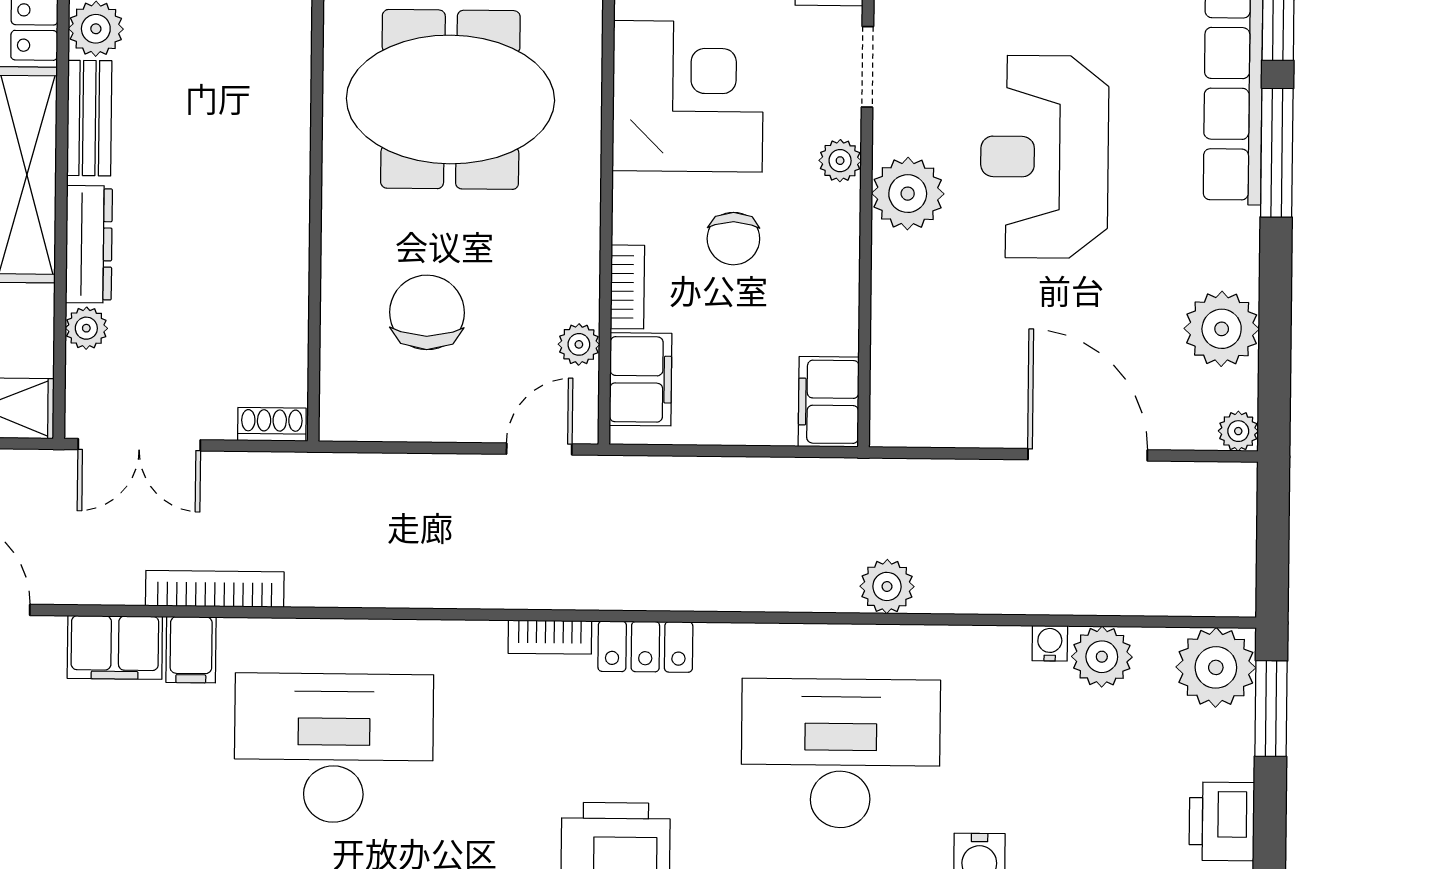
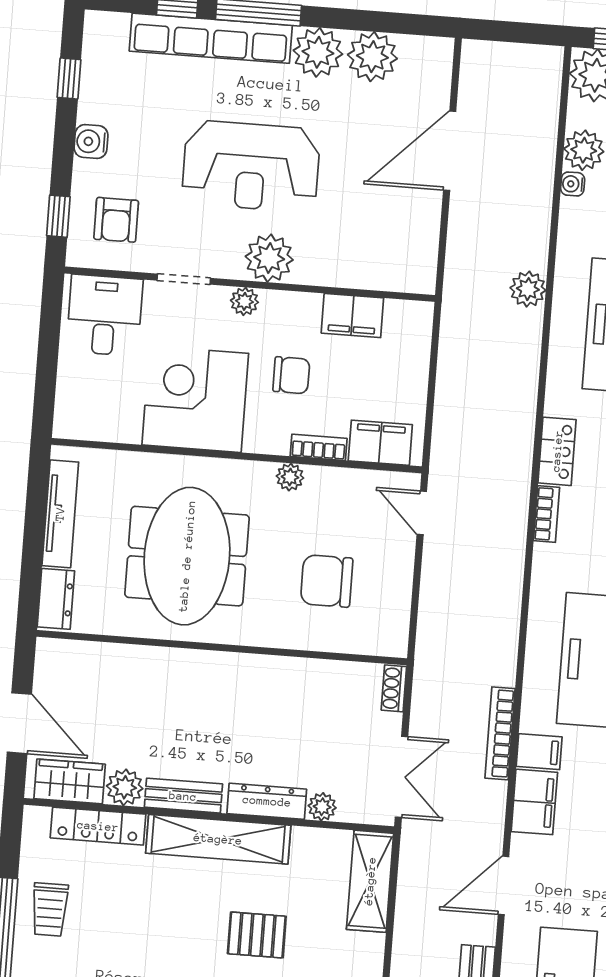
plant: (579, 344) -> (290, 477), moved
filing cabinet: (829, 402) -> (352, 316), moved
plant: (1238, 431) -> (318, 52), moved, width x1.88, depth x1.88

